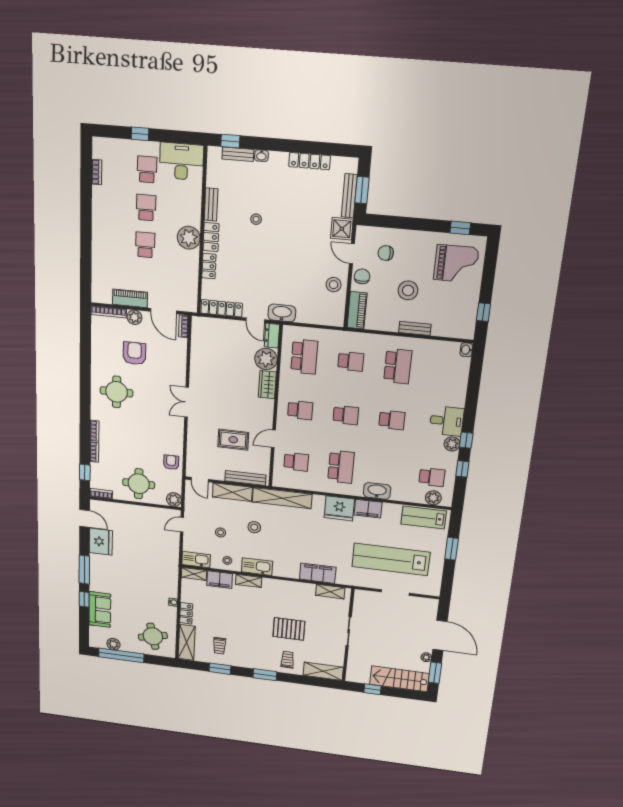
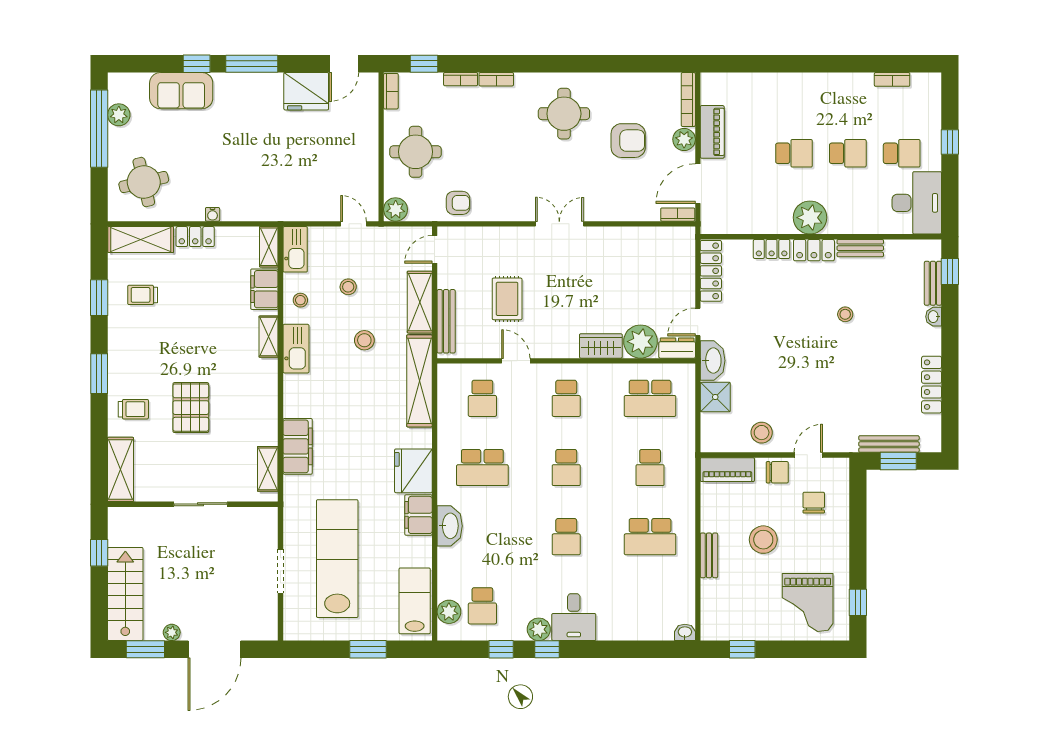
shower: (342, 229) -> (715, 397), moved

